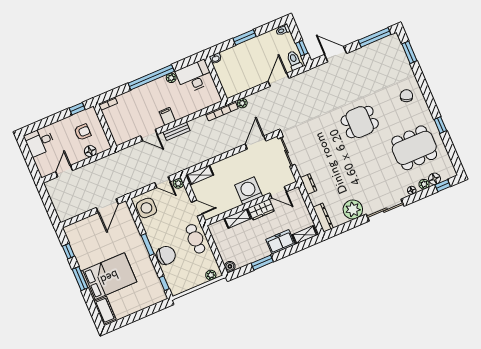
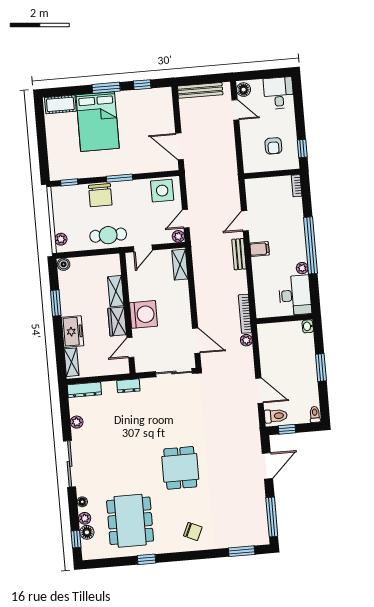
floor lamp: (90, 151) -> (244, 90), moved
bench: (58, 204) -> (200, 90), added
plant: (353, 209) -> (77, 422), width x0.53, depth x0.53

